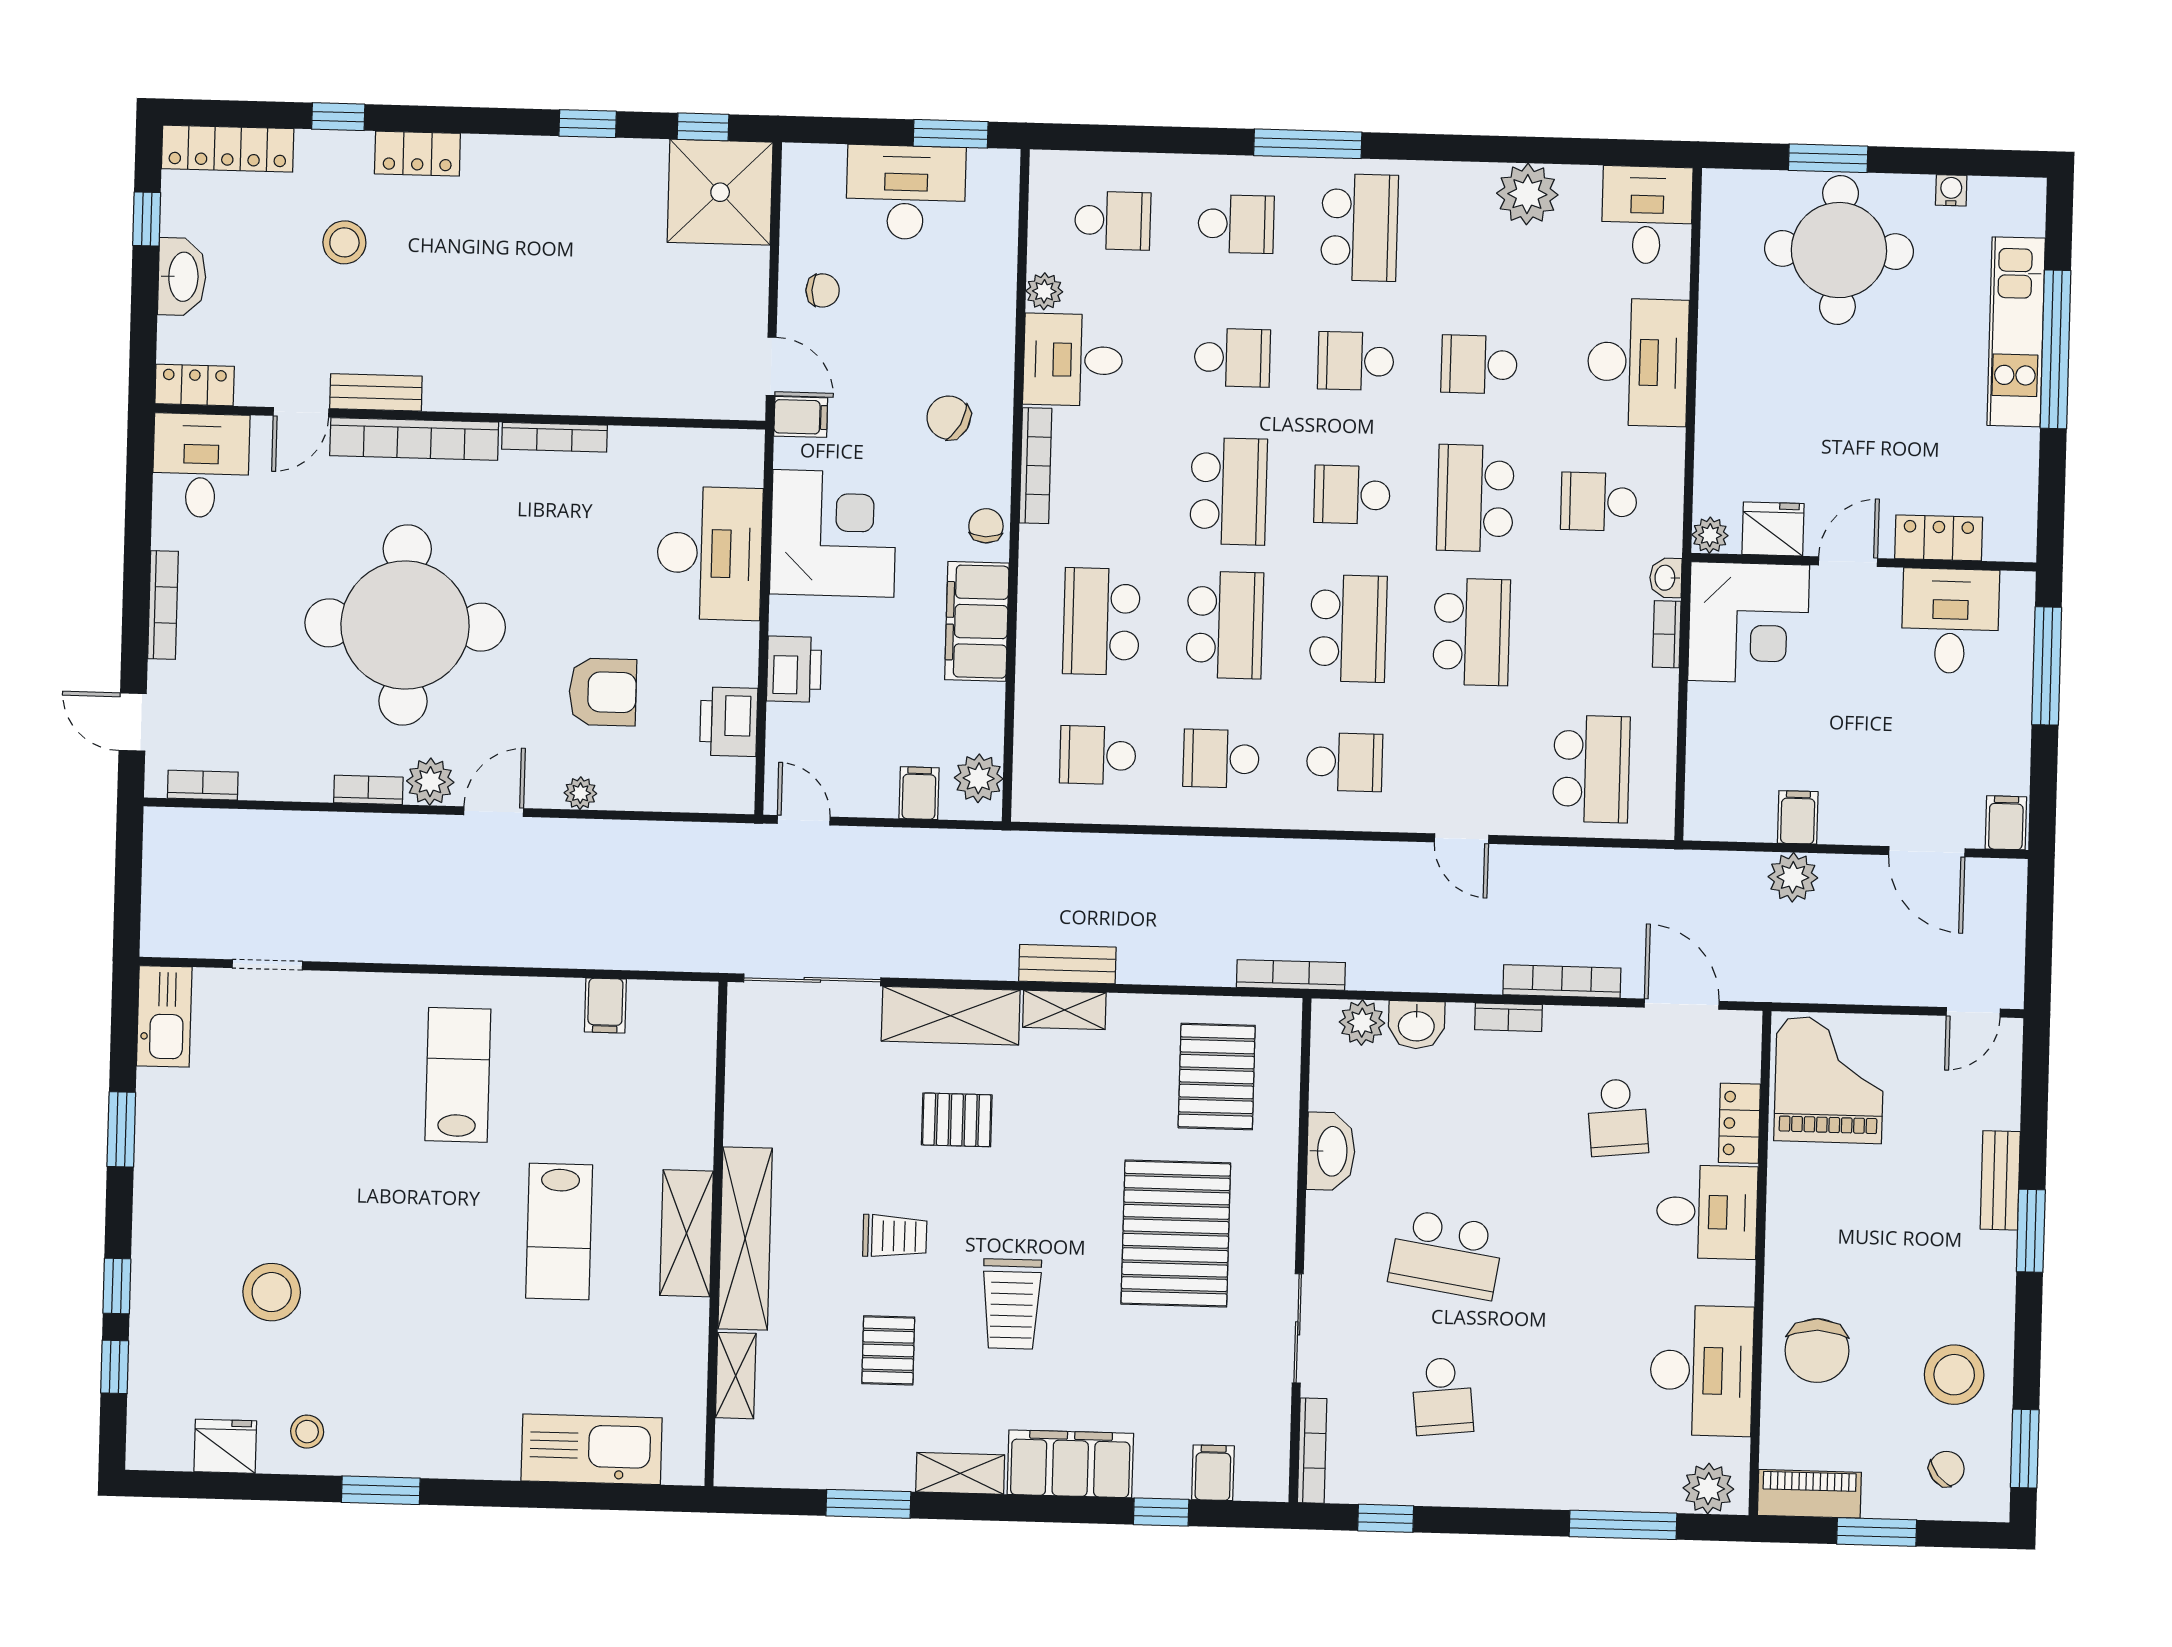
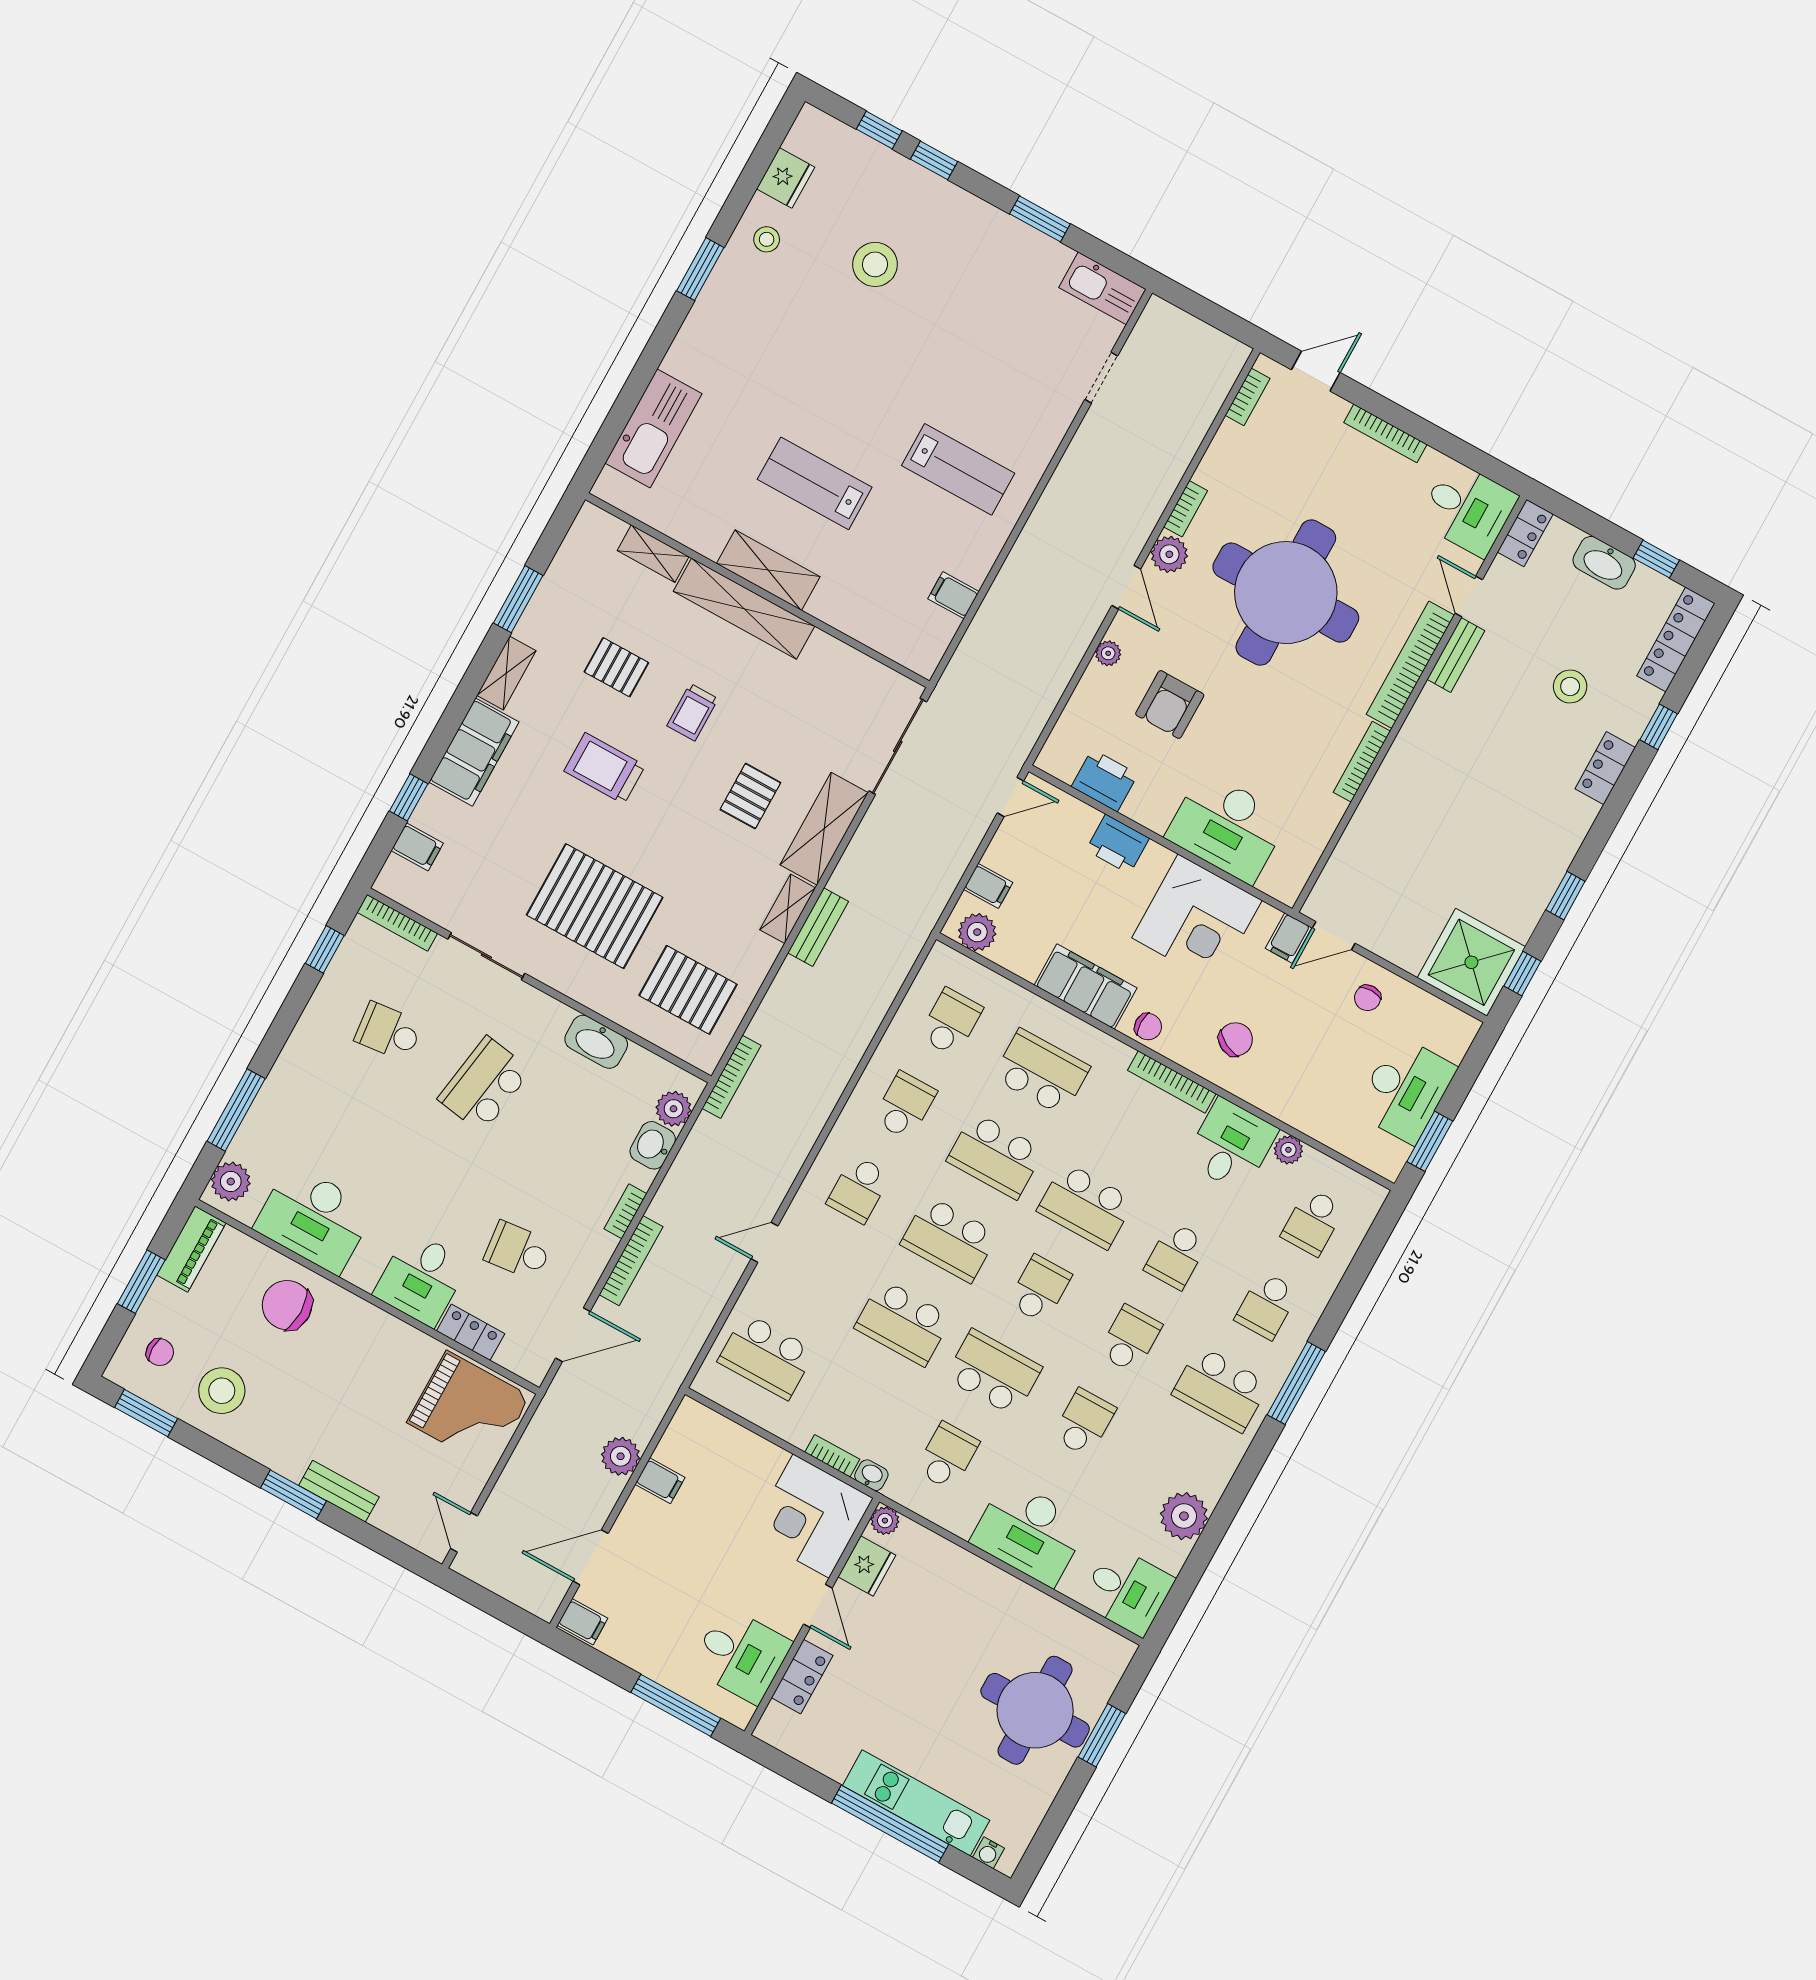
water cooler: (1951, 190) -> (988, 1853), moved, turned 90
chair: (1947, 1469) -> (160, 1352), turned -51

